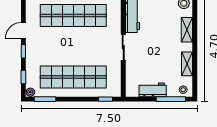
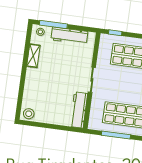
shelving: (187, 30) -> (29, 88), removed
workbench: (153, 90) -> (69, 36), width x1.38

